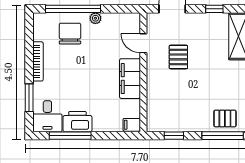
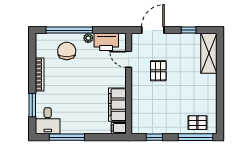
filing cabinet: (130, 79) -> (117, 105), moved
printer: (77, 122) -> (106, 42), moved, turned 180

